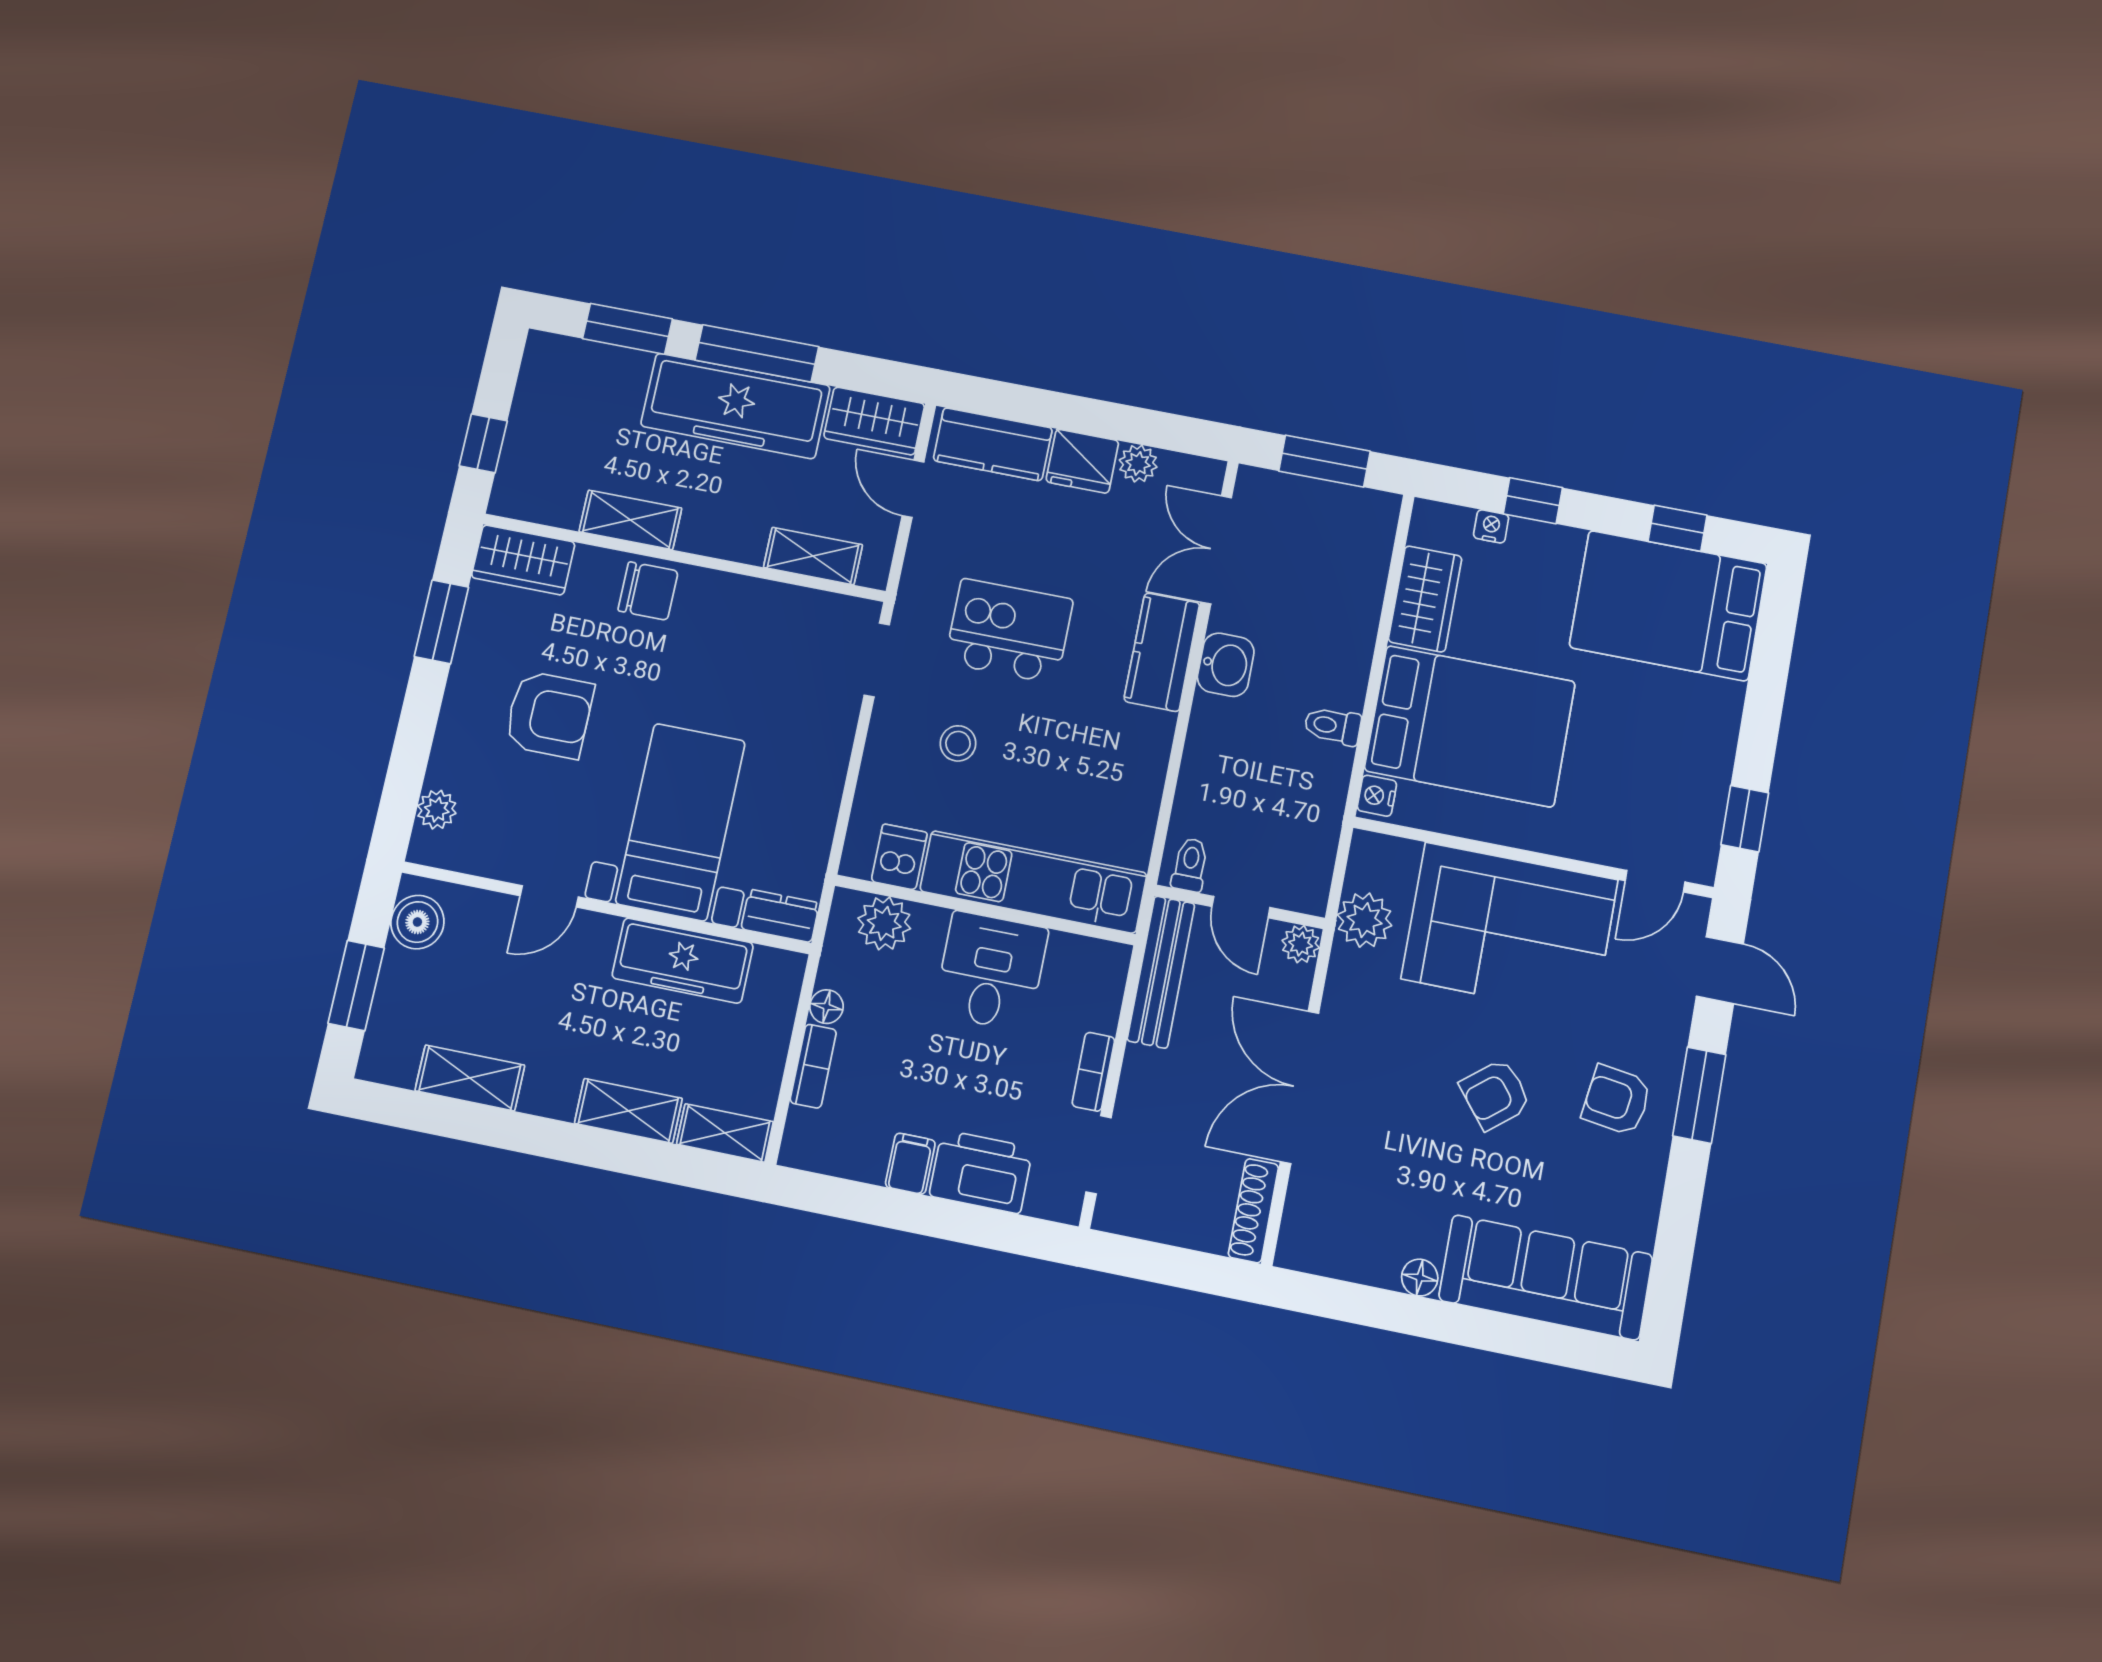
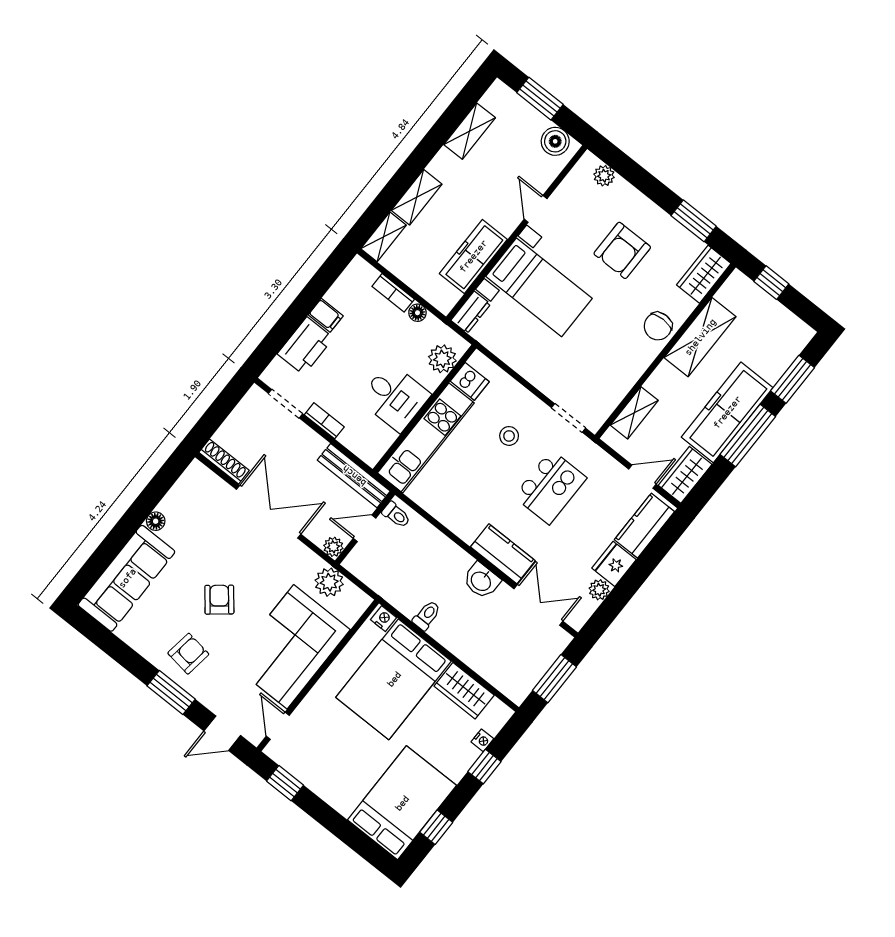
shelving: (630, 520) -> (700, 337), width x1.50, depth x1.33

